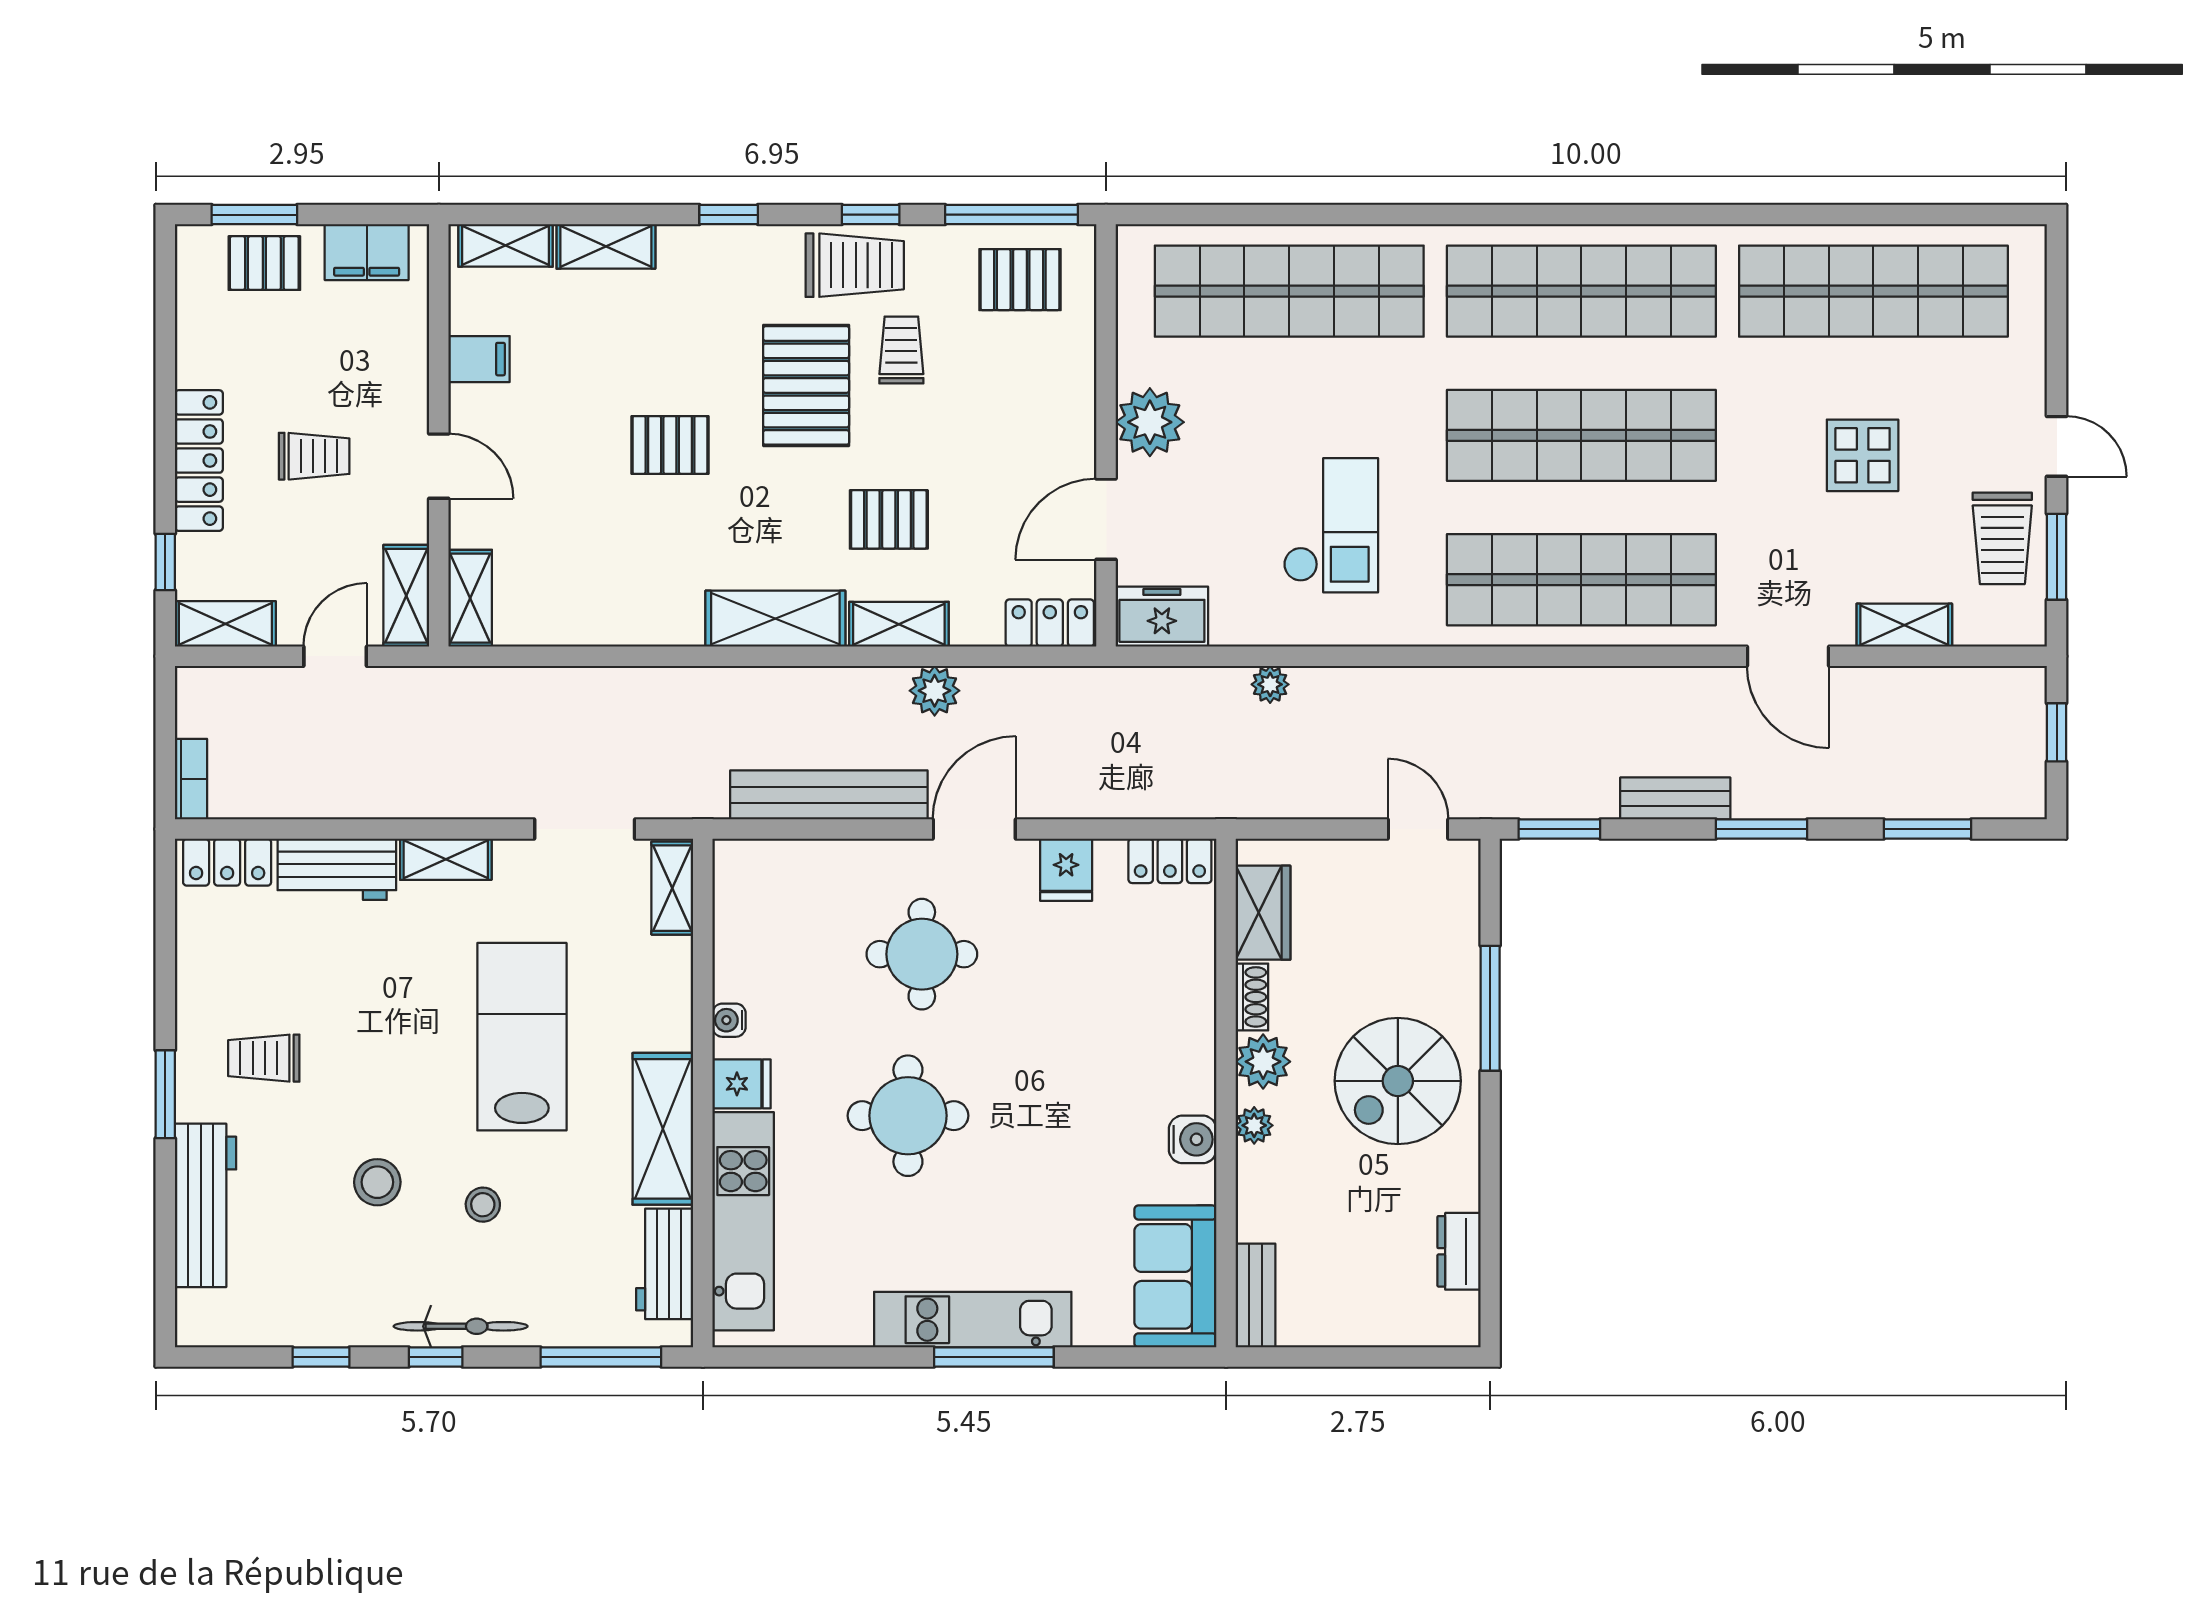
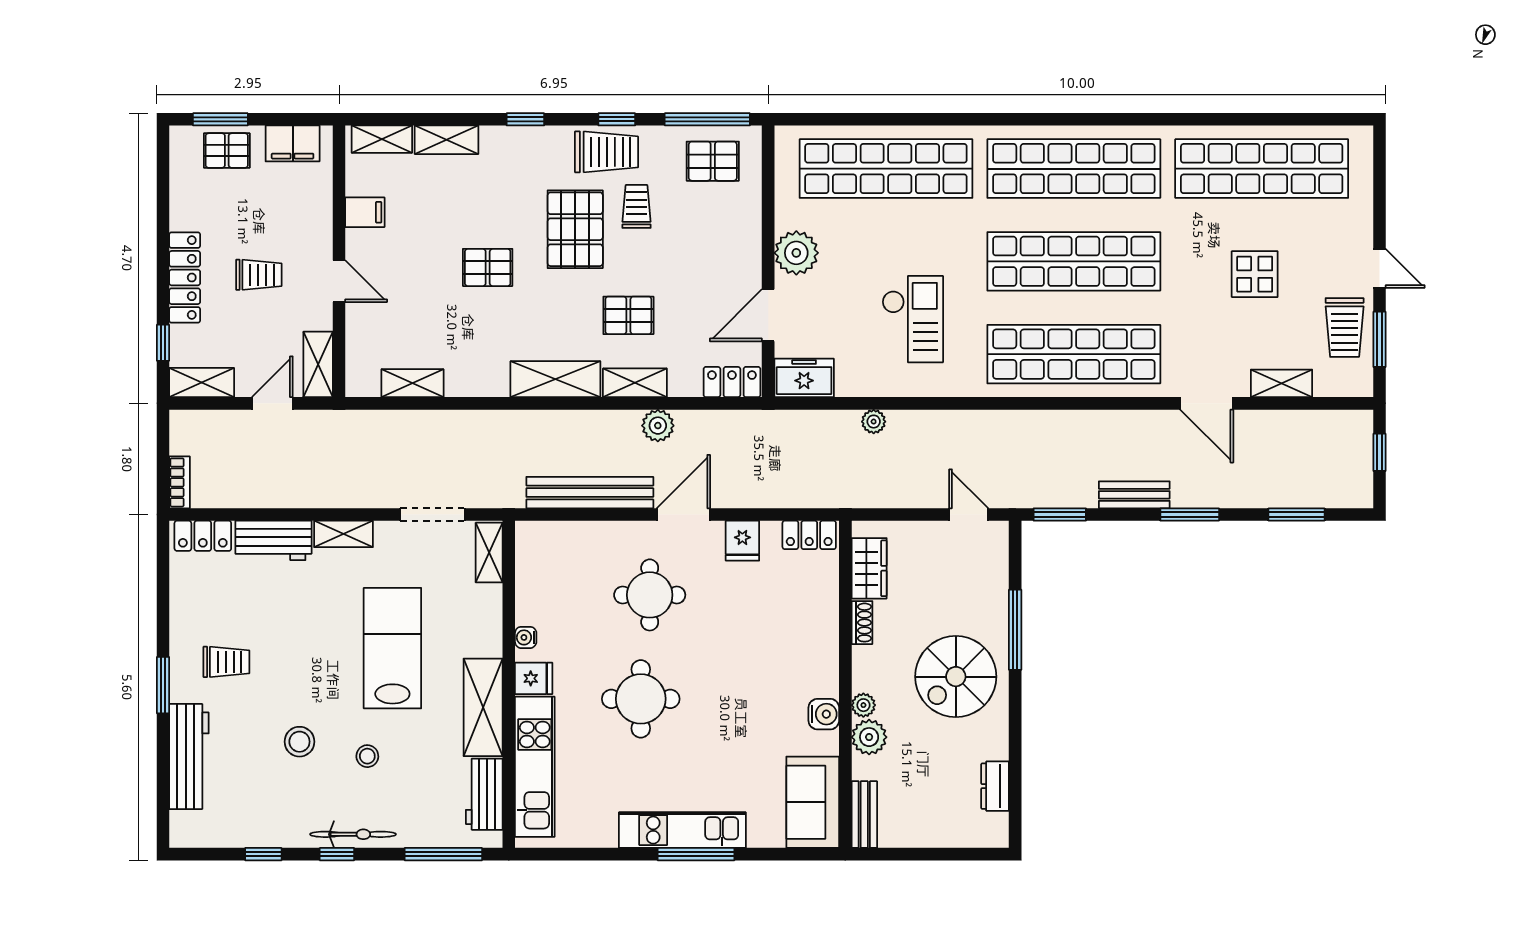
shelving: (470, 598) -> (412, 383), moved, turned 90
trolley: (264, 1058) -> (226, 662), turned 180
plant: (1263, 1062) -> (869, 737), moved

